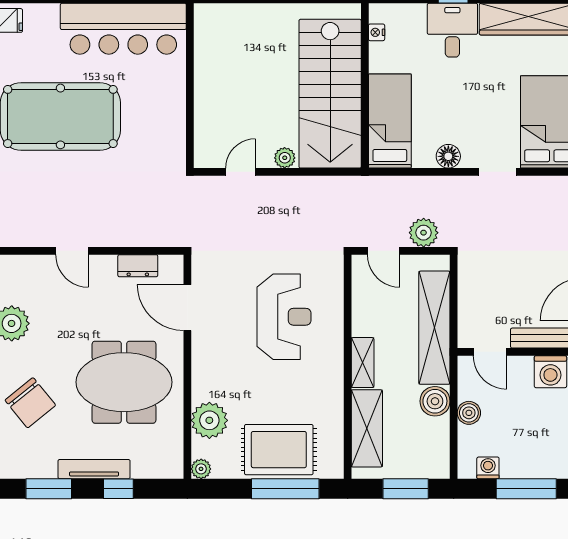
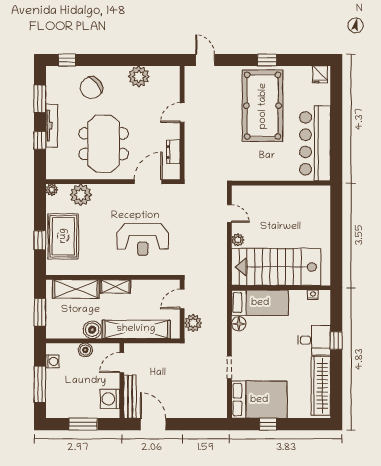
floor lamp: (448, 156) -> (239, 324), moved
window: (285, 489) -> (40, 240), width x0.46

